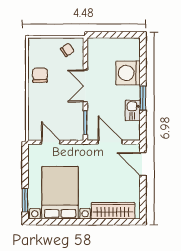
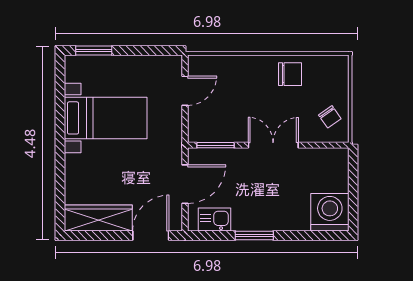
washing machine: (128, 73) -> (330, 212), moved
kitchen sink: (133, 110) -> (215, 219), moved
bed with nightstands: (60, 193) -> (106, 118), width x0.73
wardrobe: (113, 211) -> (98, 218), moved, turned -90

